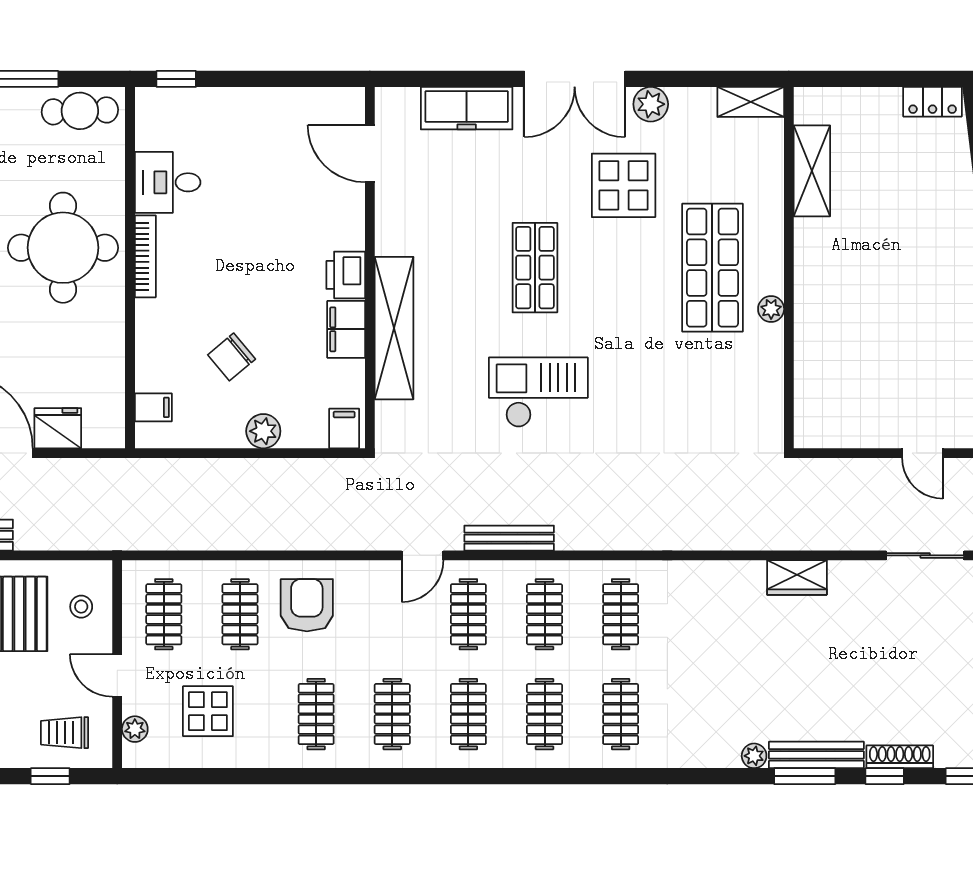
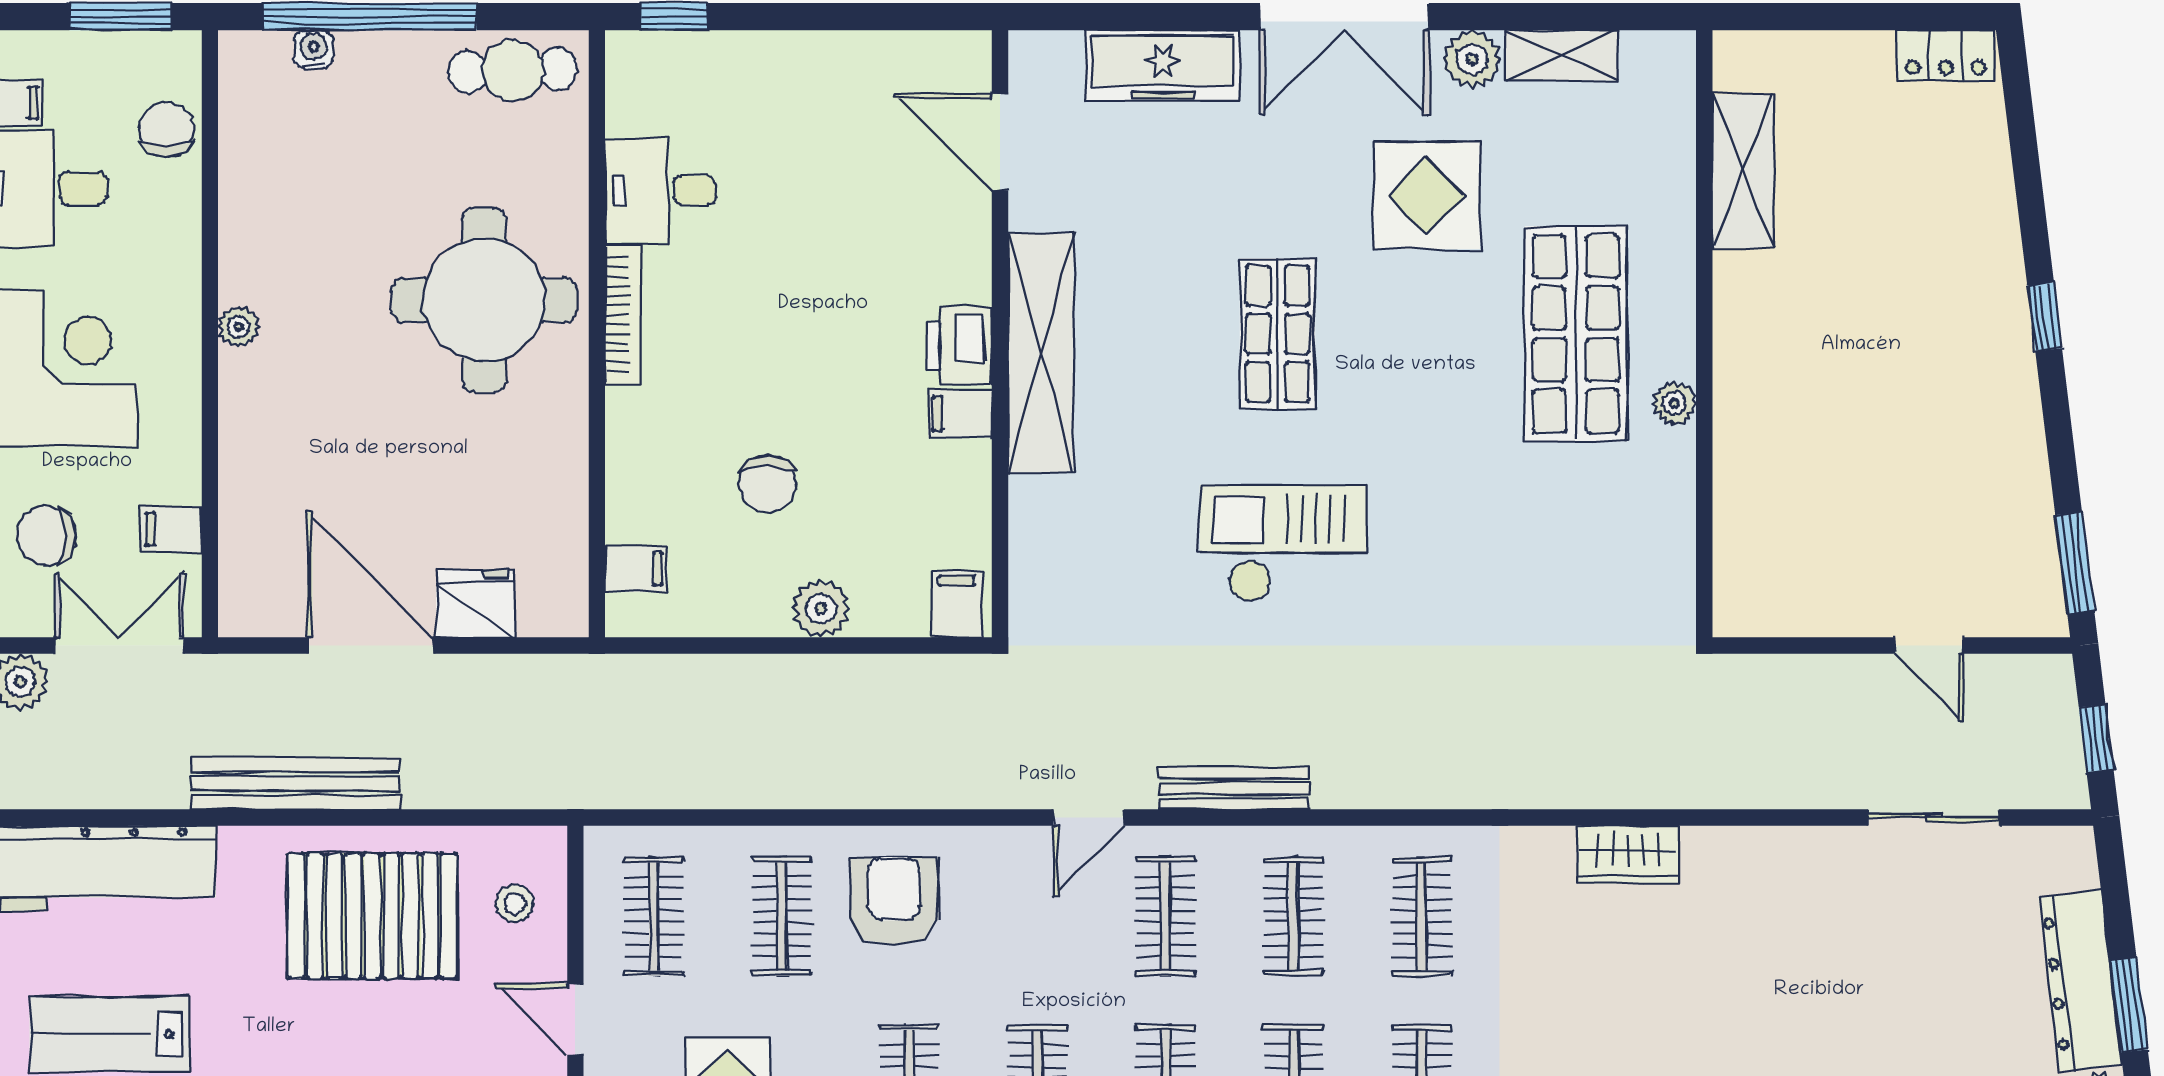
shelving: (751, 102) -> (1562, 55), moved
shelving: (394, 328) -> (1041, 353), moved
filing cabinet: (346, 329) -> (960, 414), width x0.50
chair: (232, 357) -> (768, 484), turned -50
wardrobe: (797, 578) -> (1628, 855), moved

